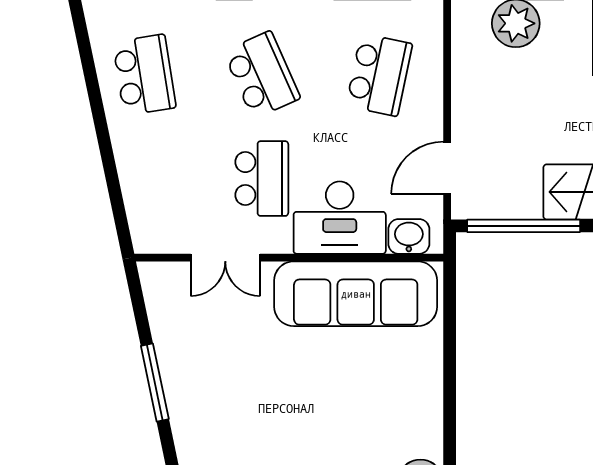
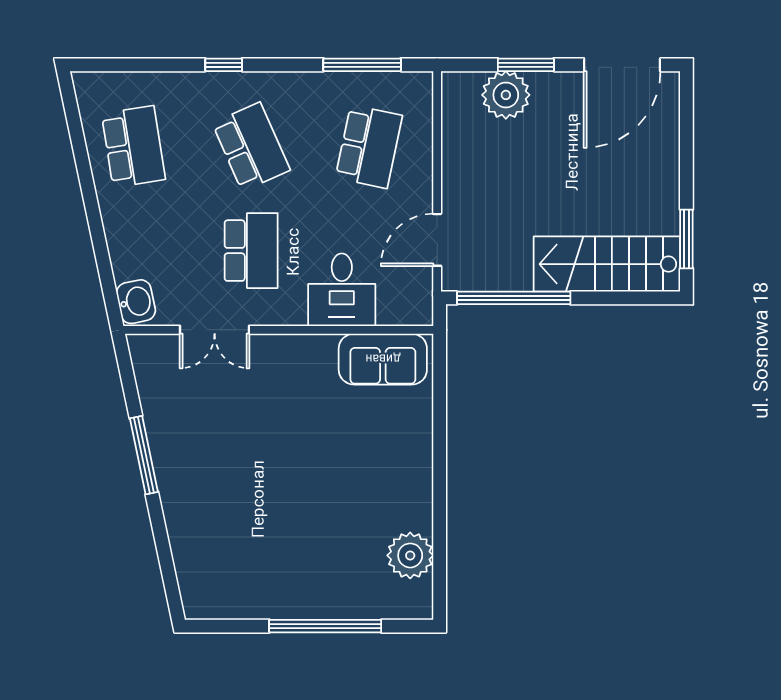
desk: (340, 218) -> (342, 290), width x0.73
washbasin: (409, 236) -> (136, 302), moved, turned 78
sofa: (356, 294) -> (383, 359), width x0.54, depth x0.79

